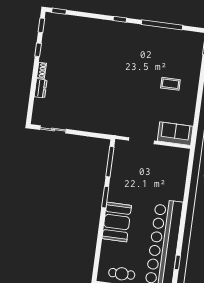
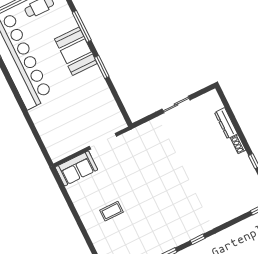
dresser: (41, 88) -> (226, 123), width x1.44
sliding door: (53, 129) -> (176, 105), moved
window: (110, 162) -> (82, 26), moved

